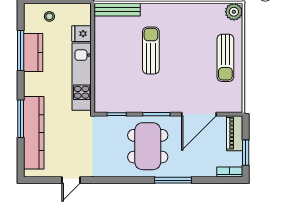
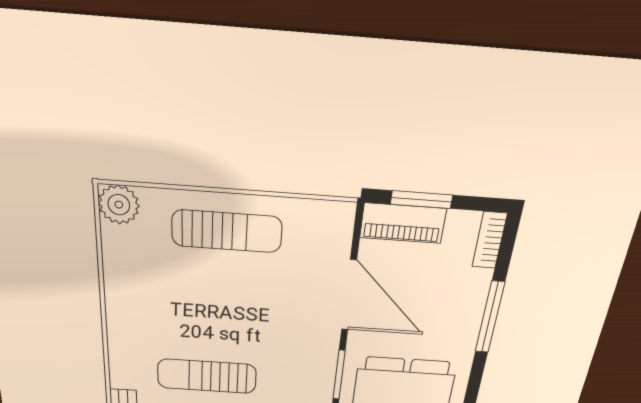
window: (246, 153) -> (422, 200), moved
window: (173, 180) -> (490, 317), moved

